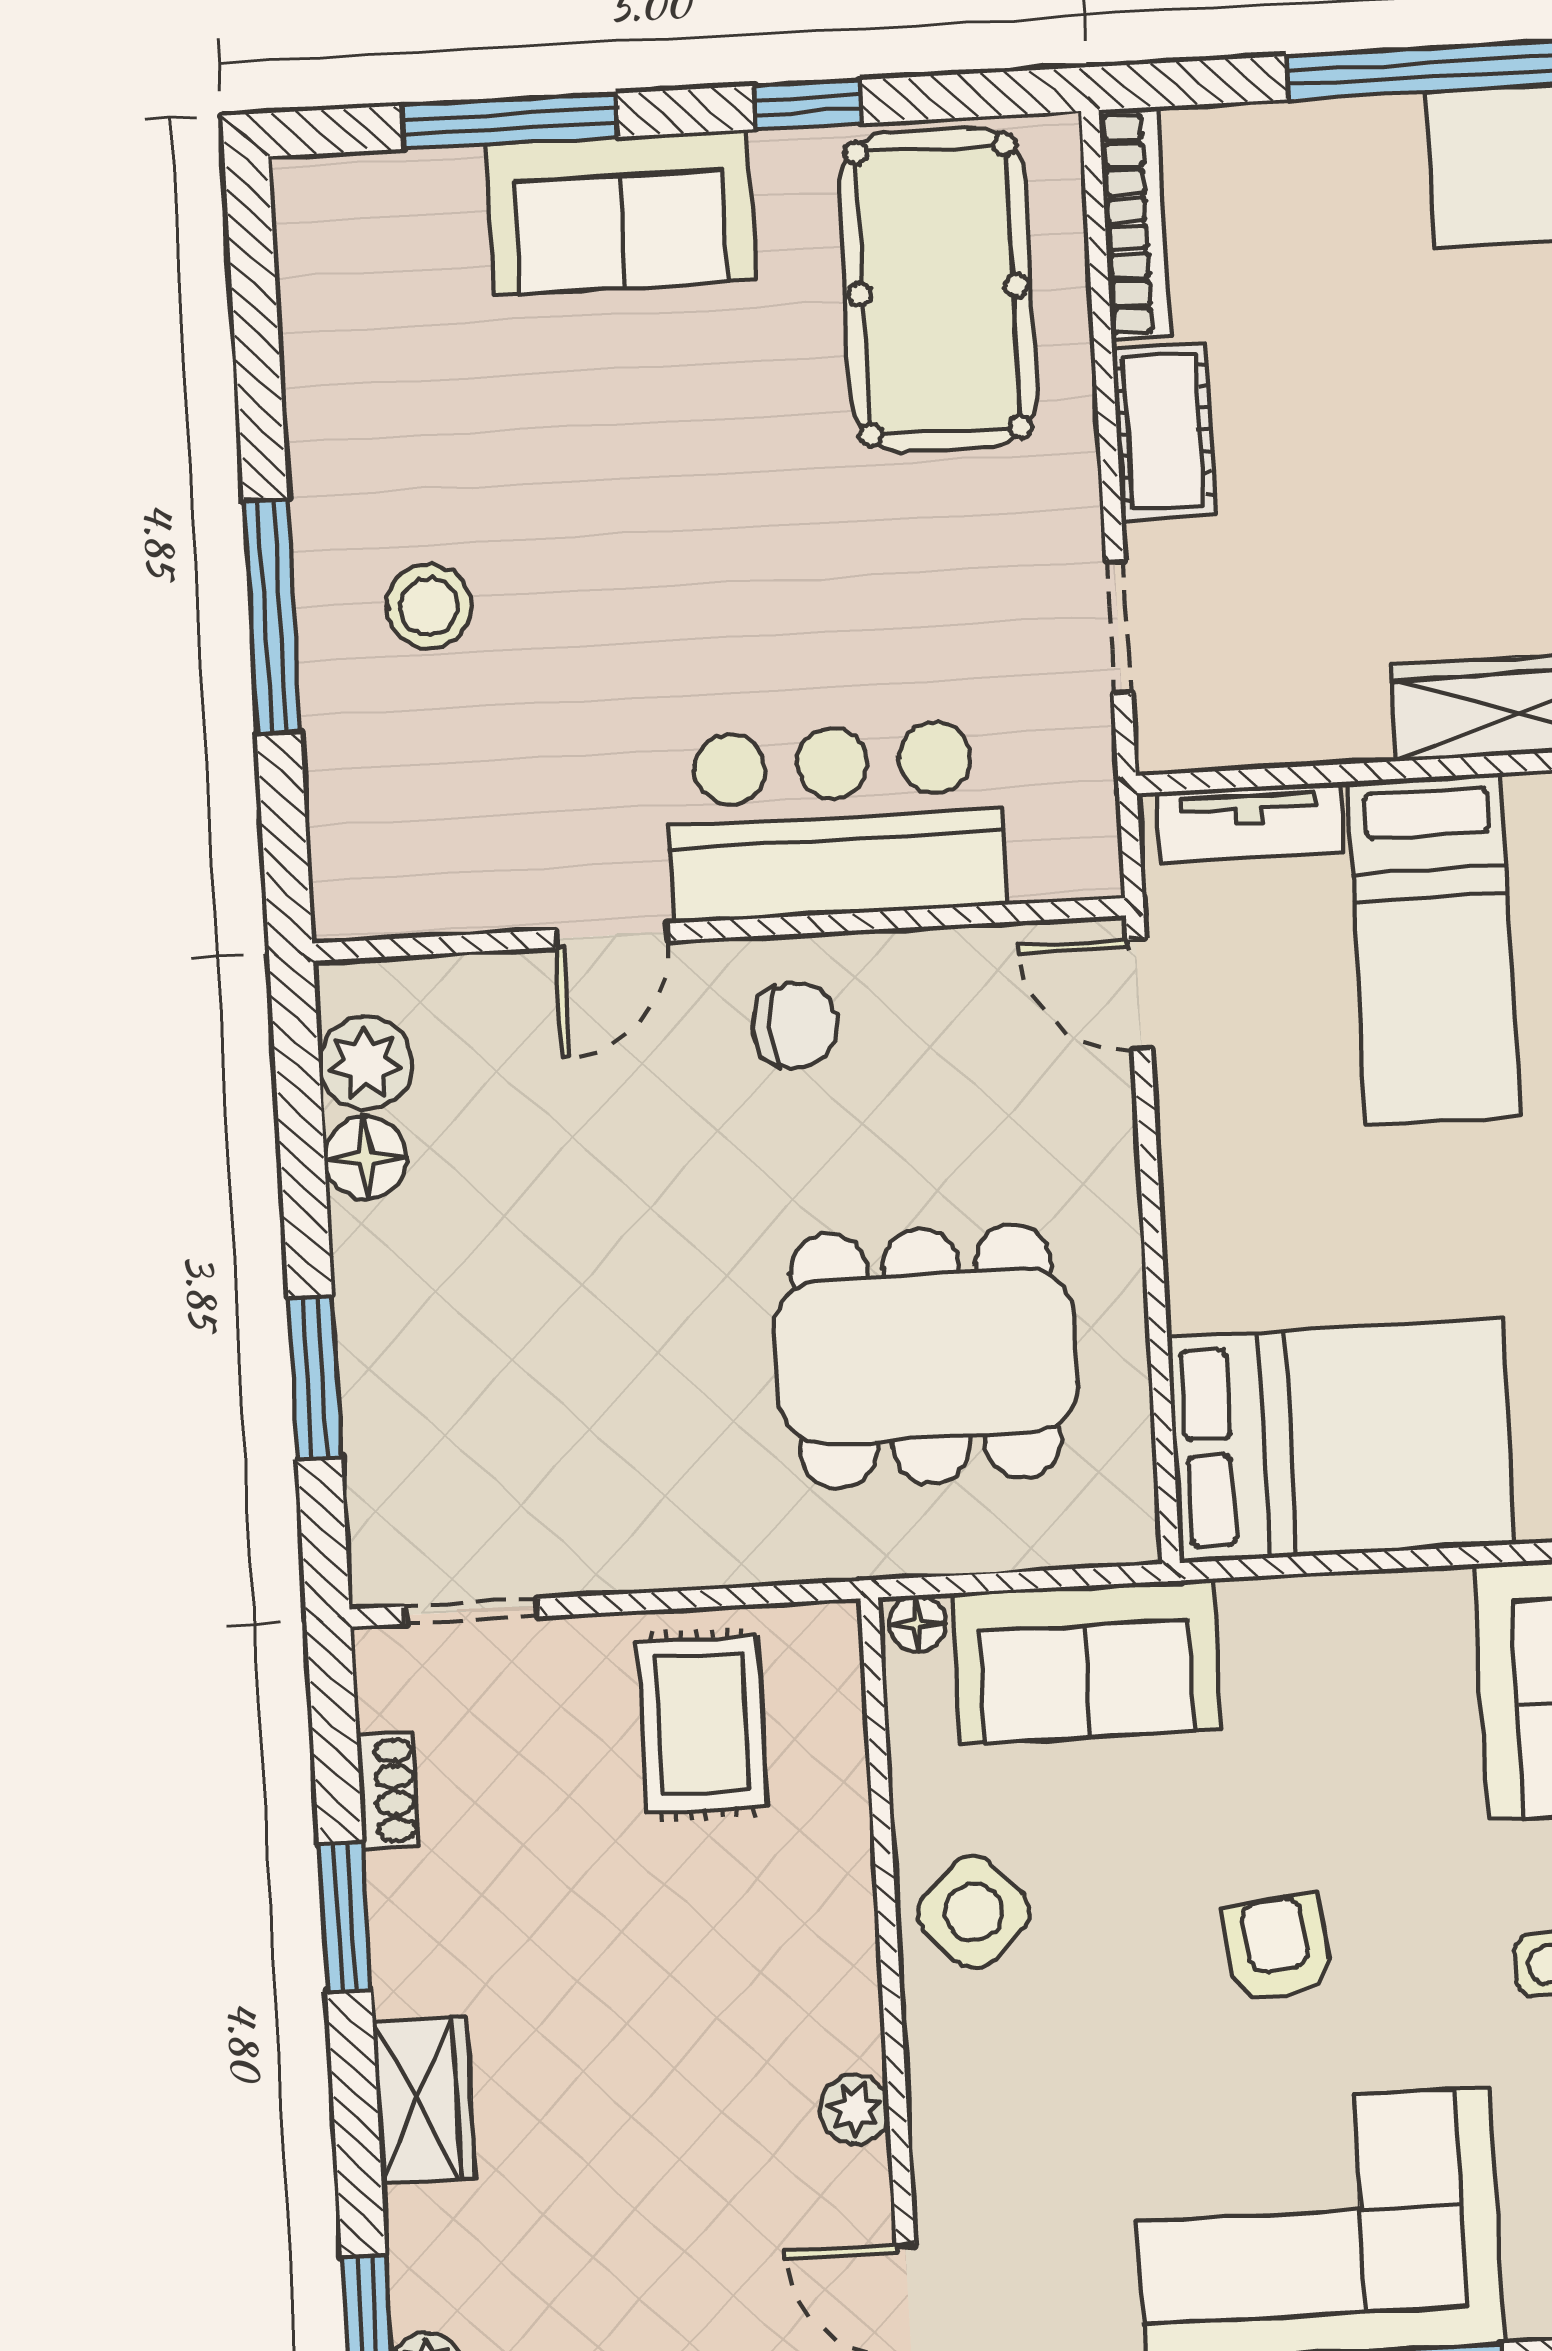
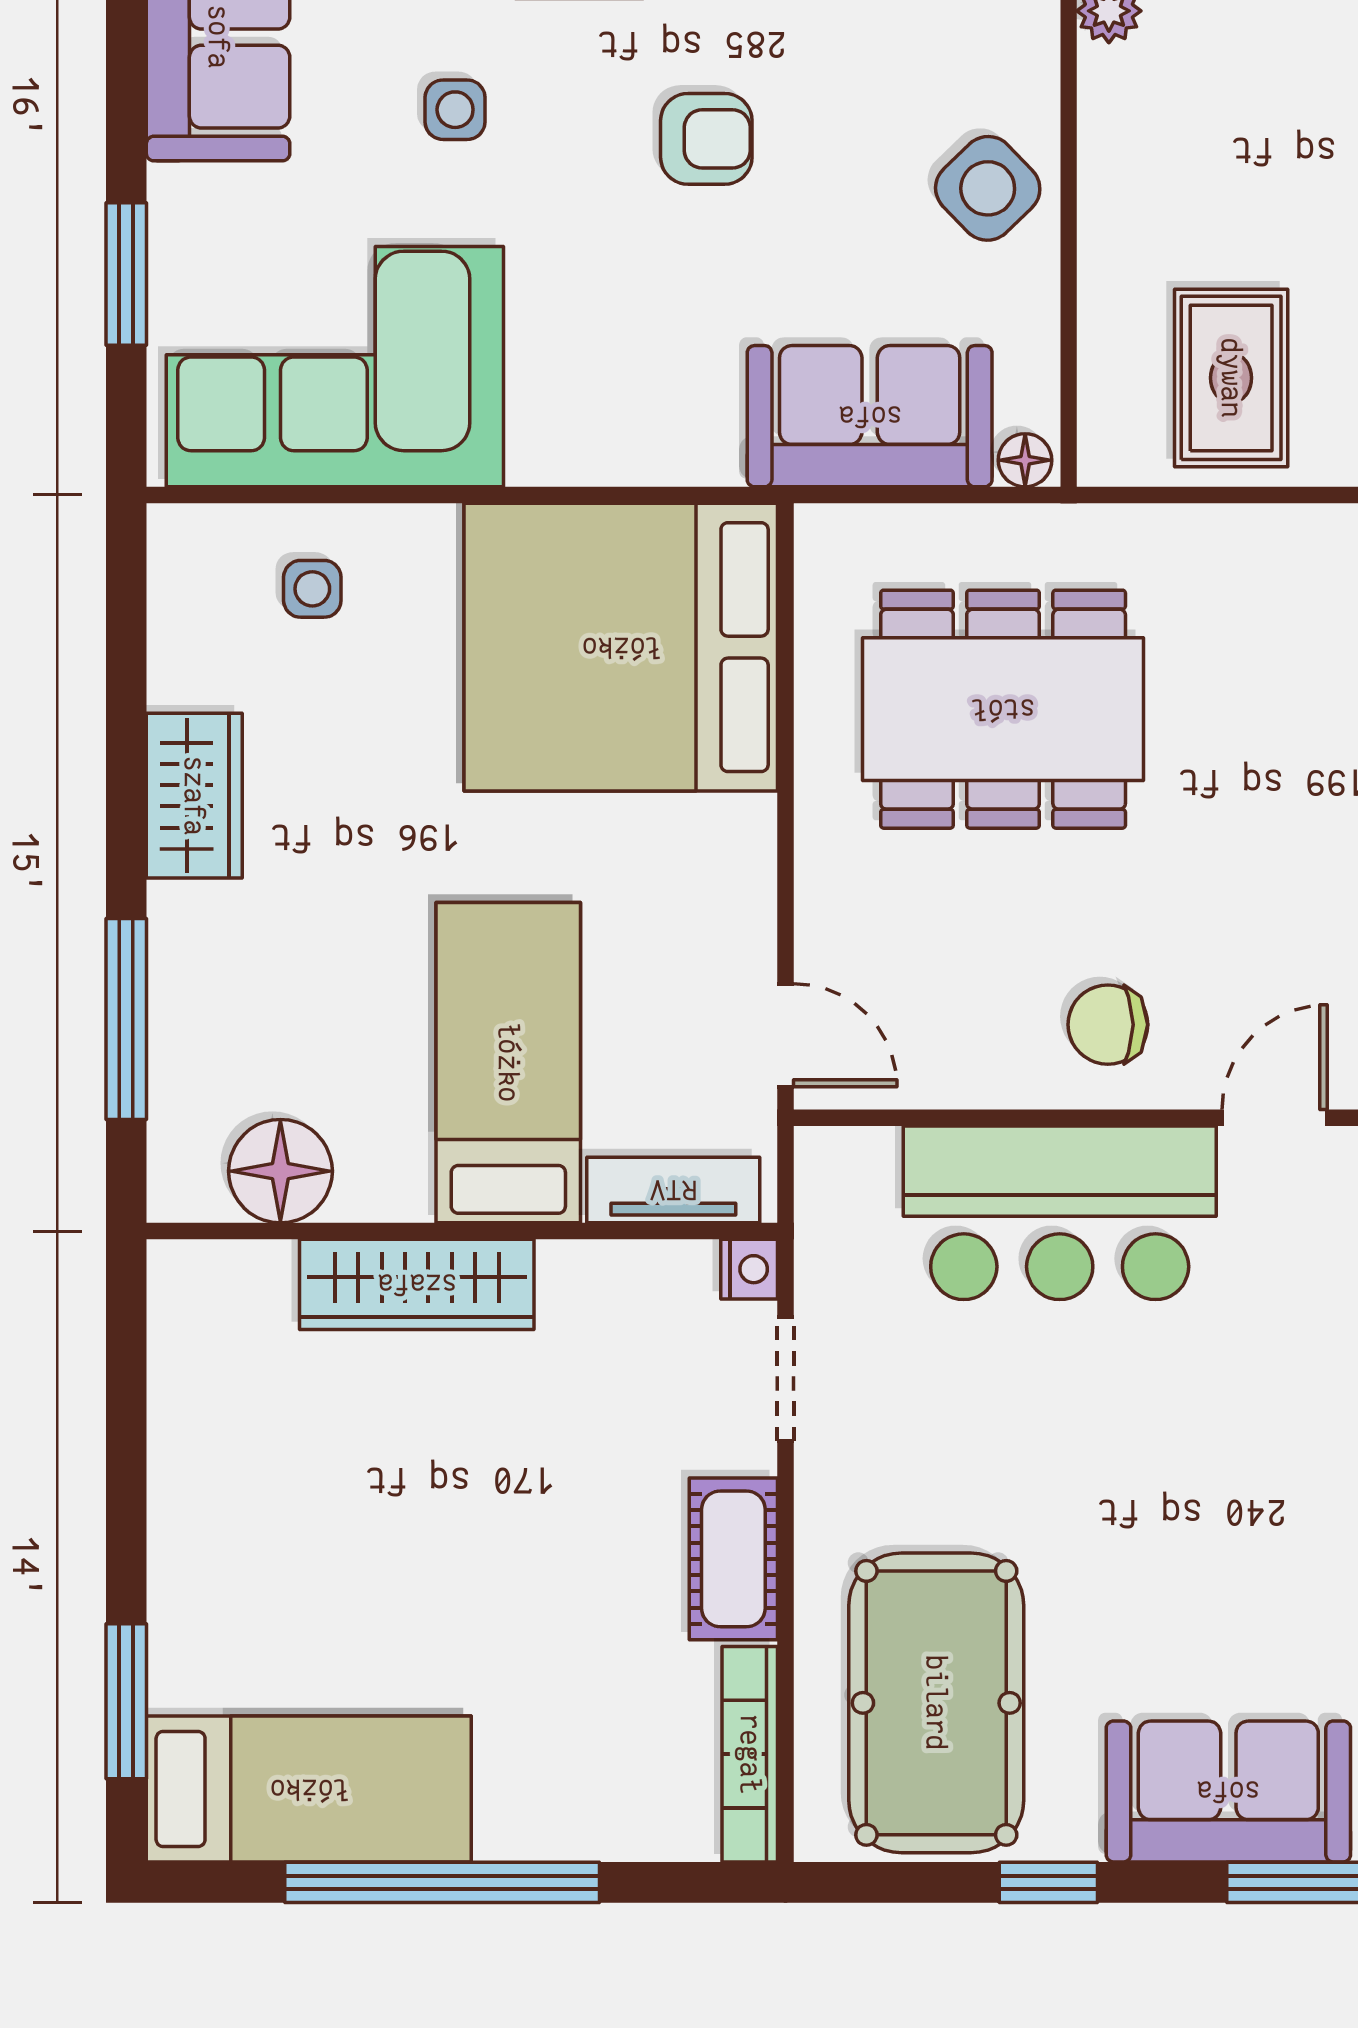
nightstand: (1164, 742) -> (749, 1269), added
bed: (1341, 1441) -> (621, 647), width x1.36
armchair: (1277, 1948) -> (706, 139), turned -83

